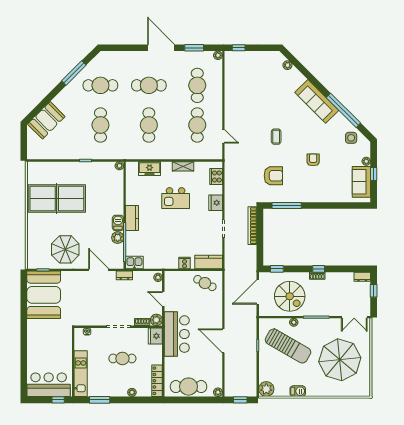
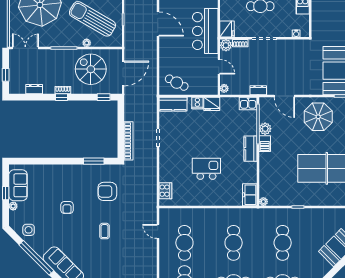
shelving: (183, 166) -> (199, 201), removed
freezer: (149, 169) -> (250, 195), moved, turned -90
fridge: (216, 203) -> (212, 104), moved, turned 90
window: (287, 206) -> (94, 161), width x0.69
dresser: (362, 277) -> (34, 89), moved

